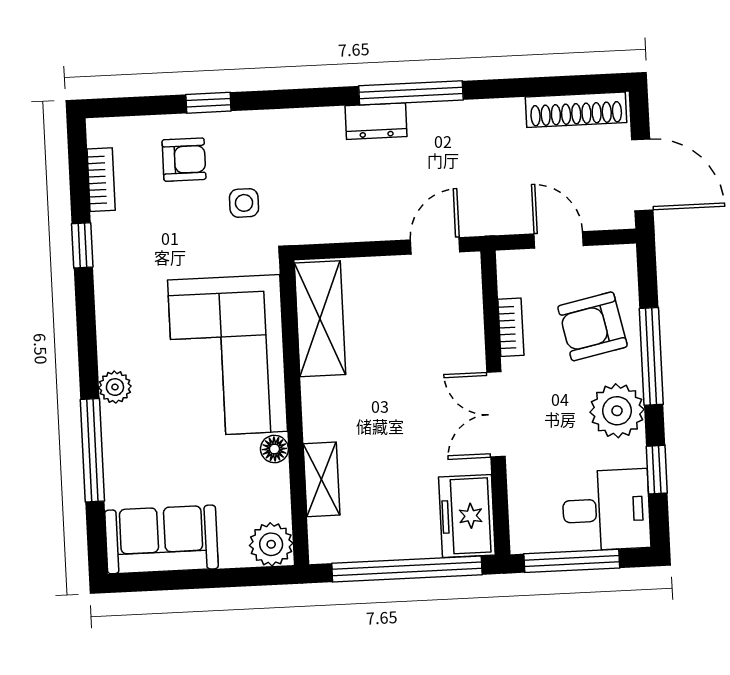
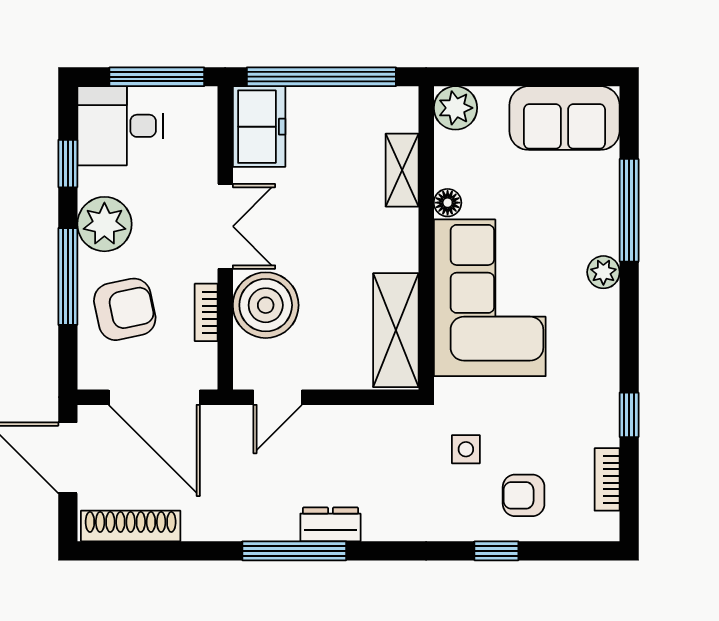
door: (559, 240) -> (154, 397), width x1.87
boiler: (452, 337) -> (266, 305), added

